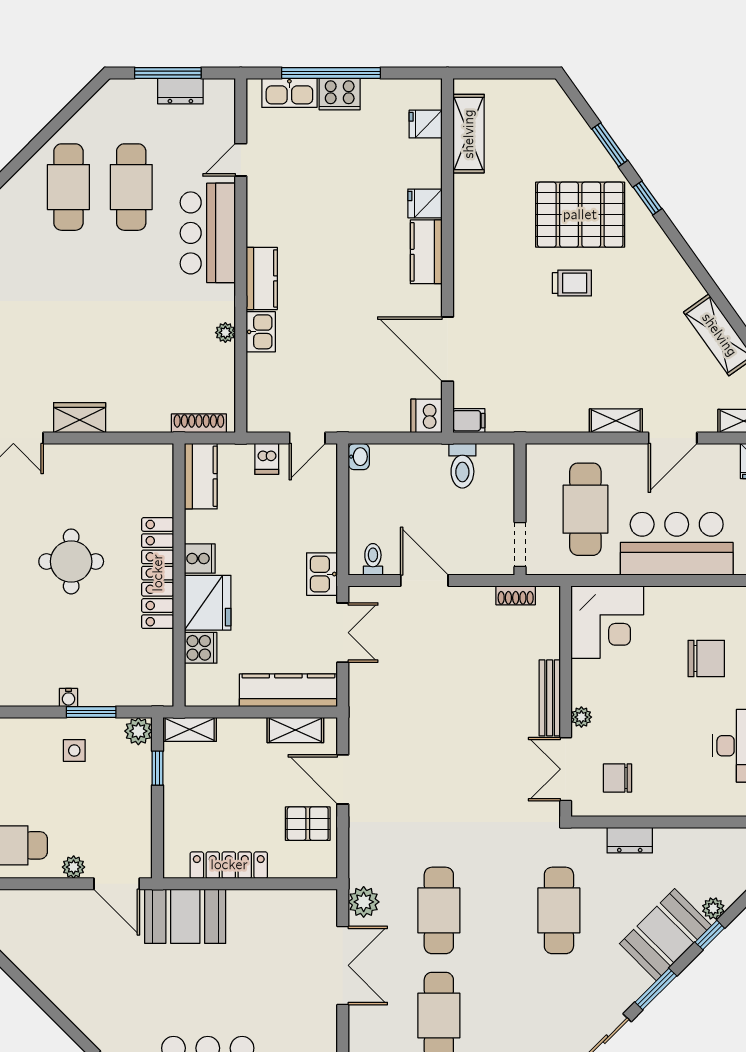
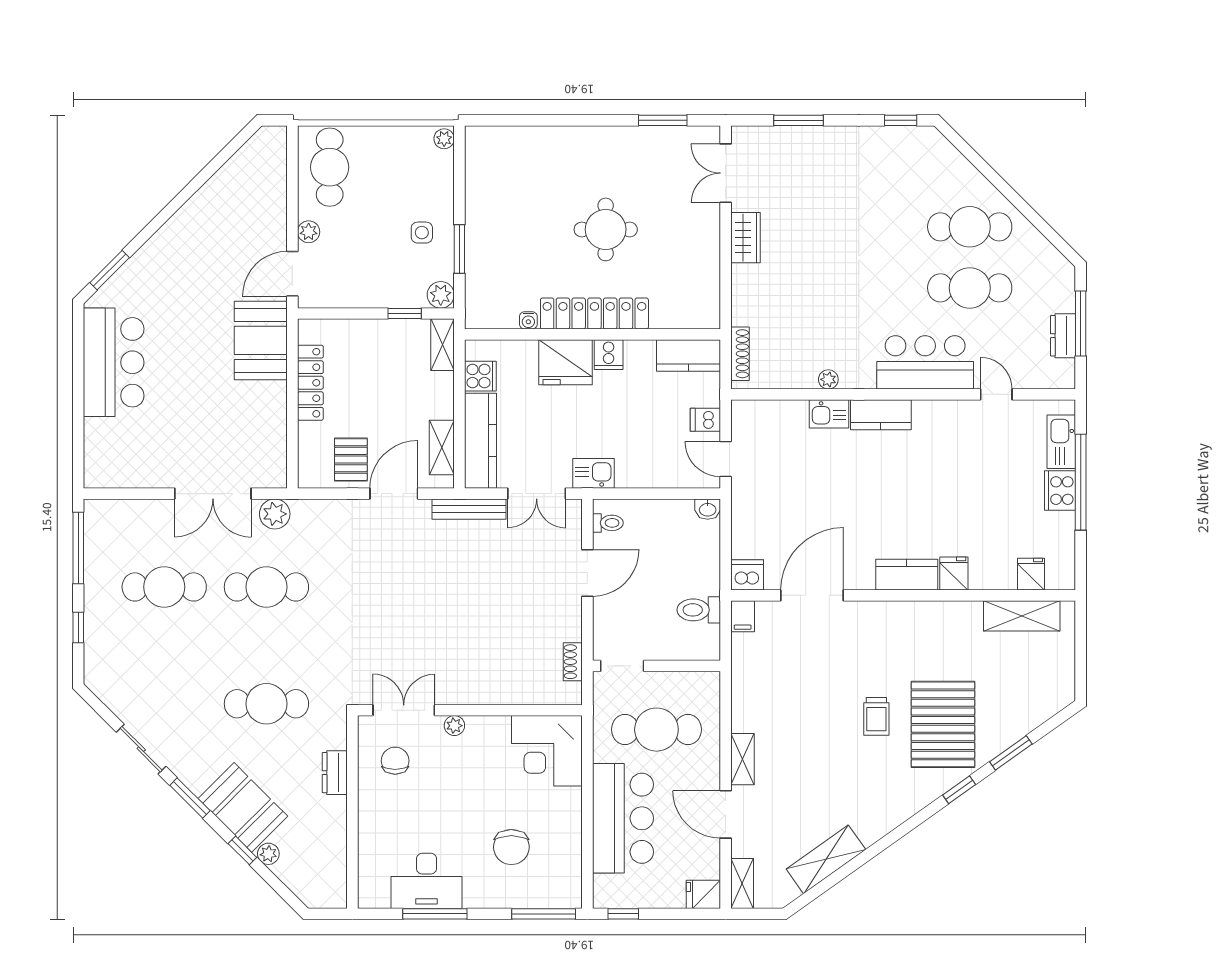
cooker: (201, 648) -> (480, 376), moved, turned -90
water cooler: (68, 698) -> (528, 320), moved, turned -90
bench: (550, 698) -> (469, 509), moved

